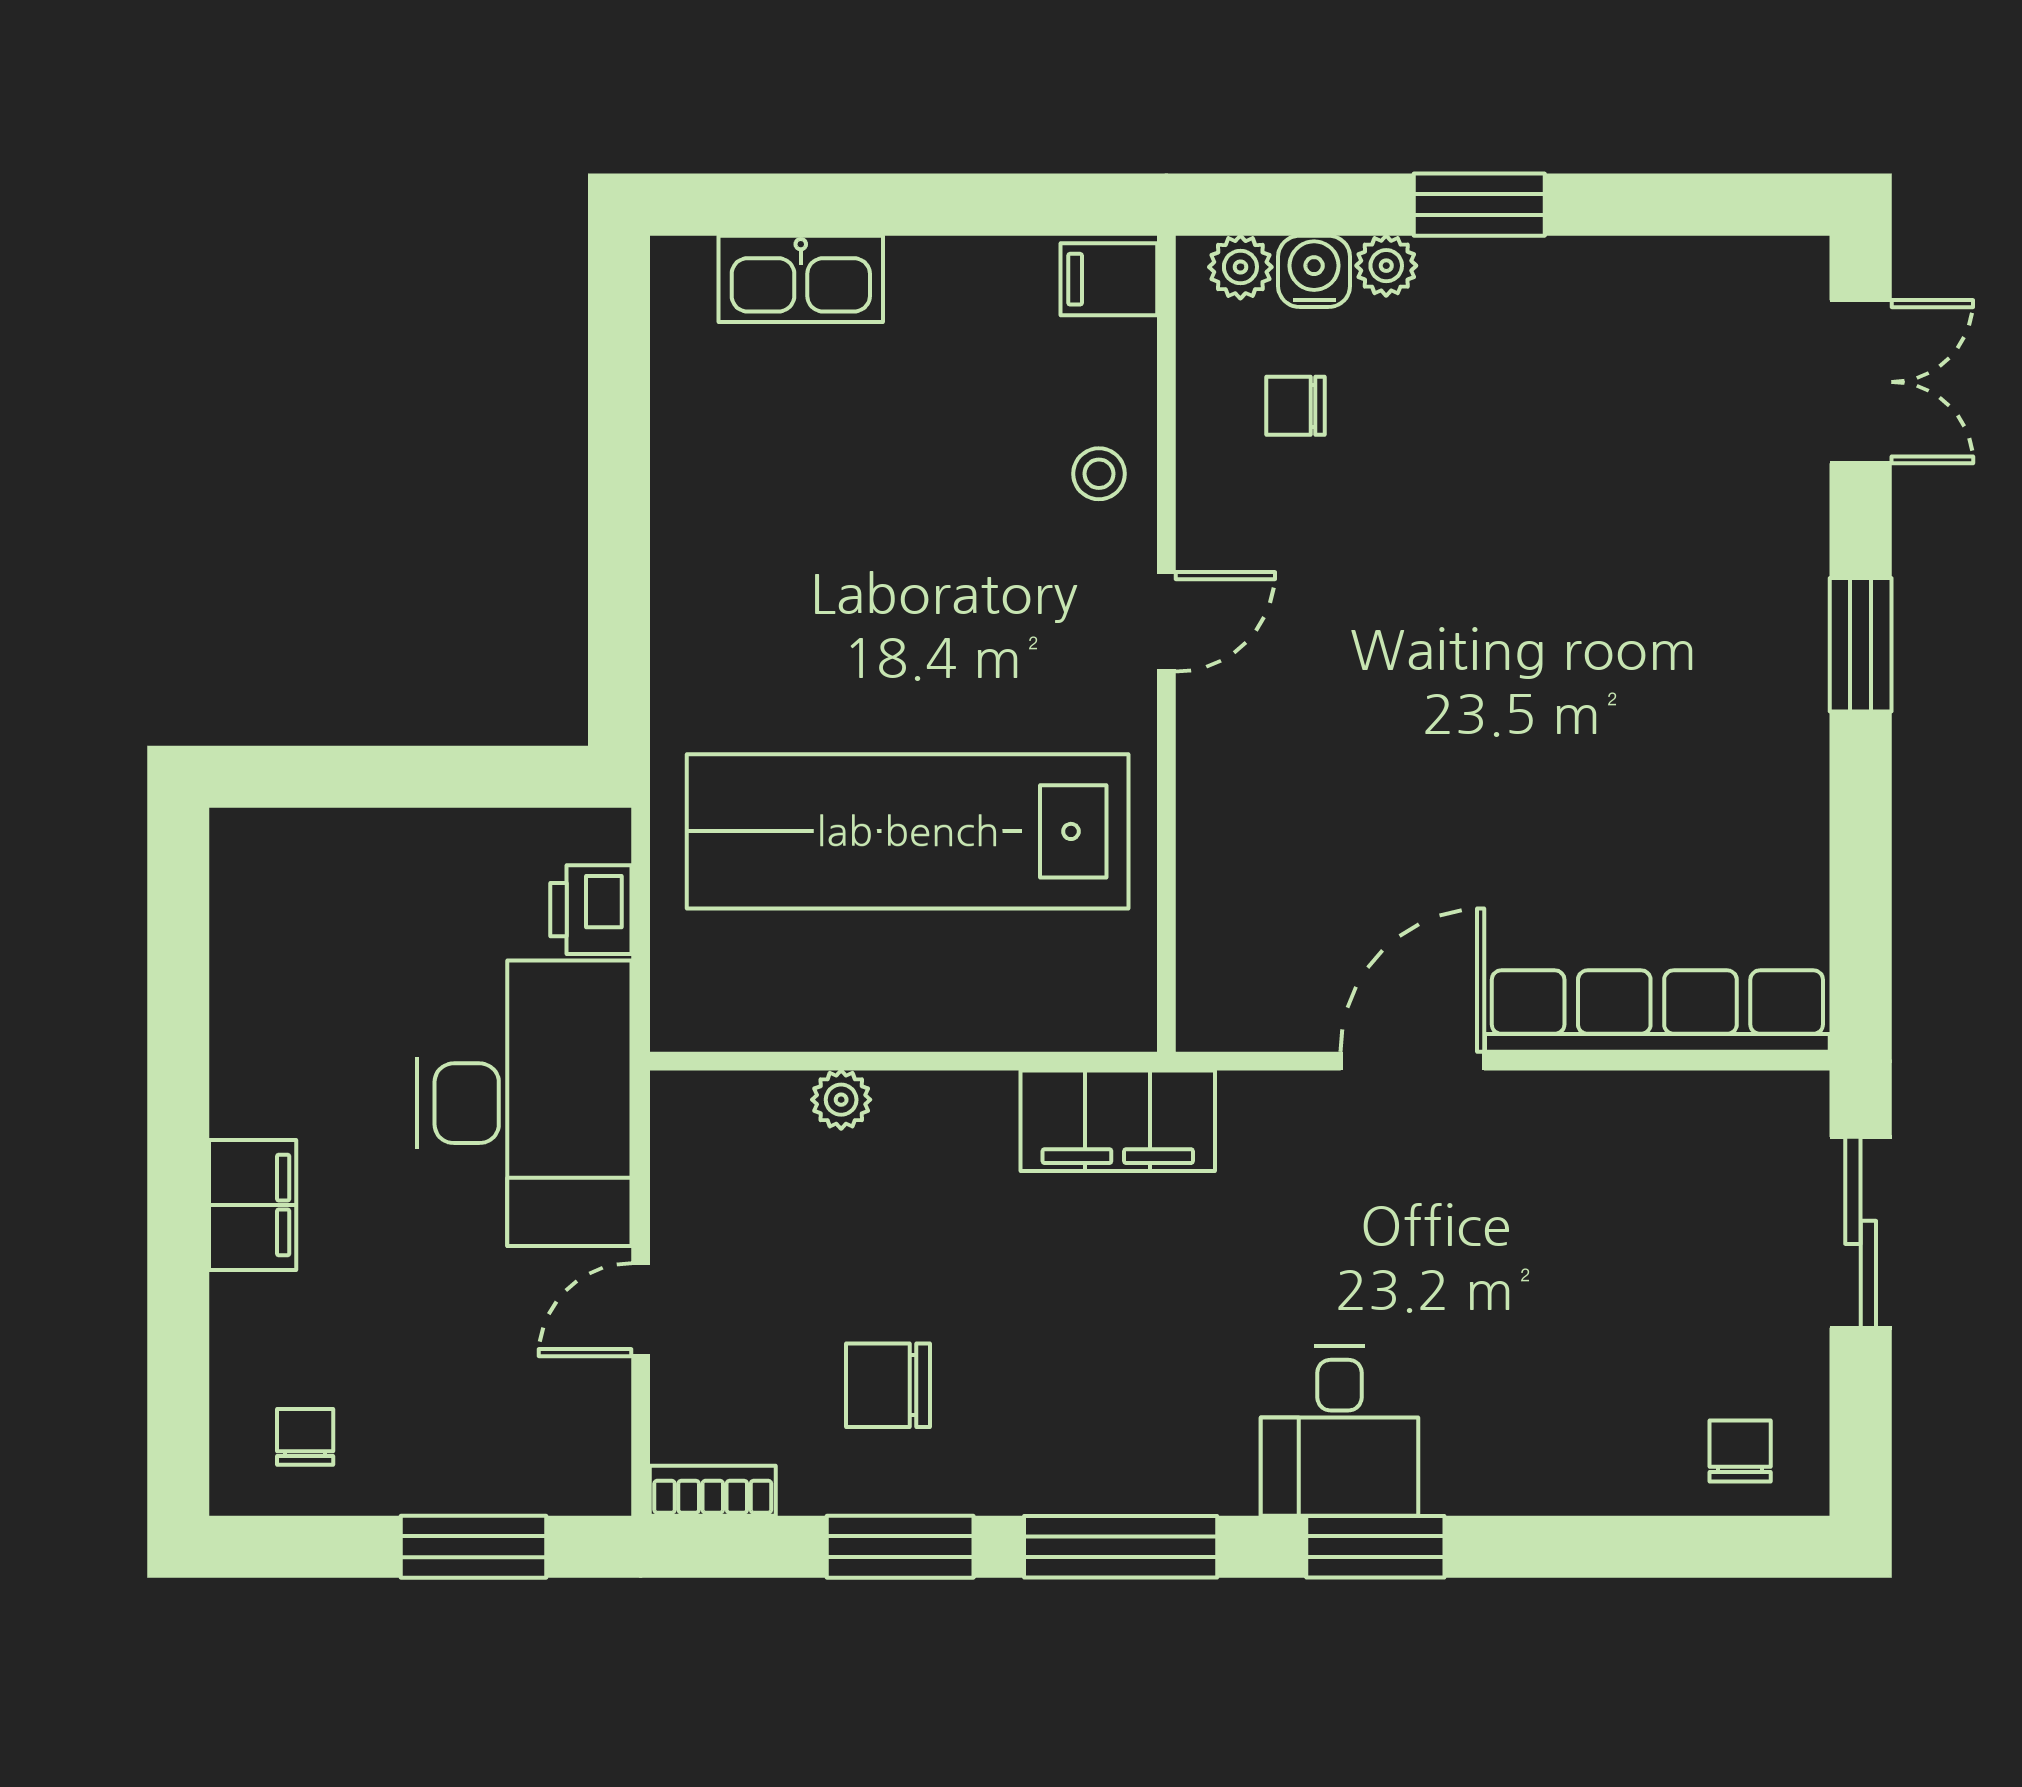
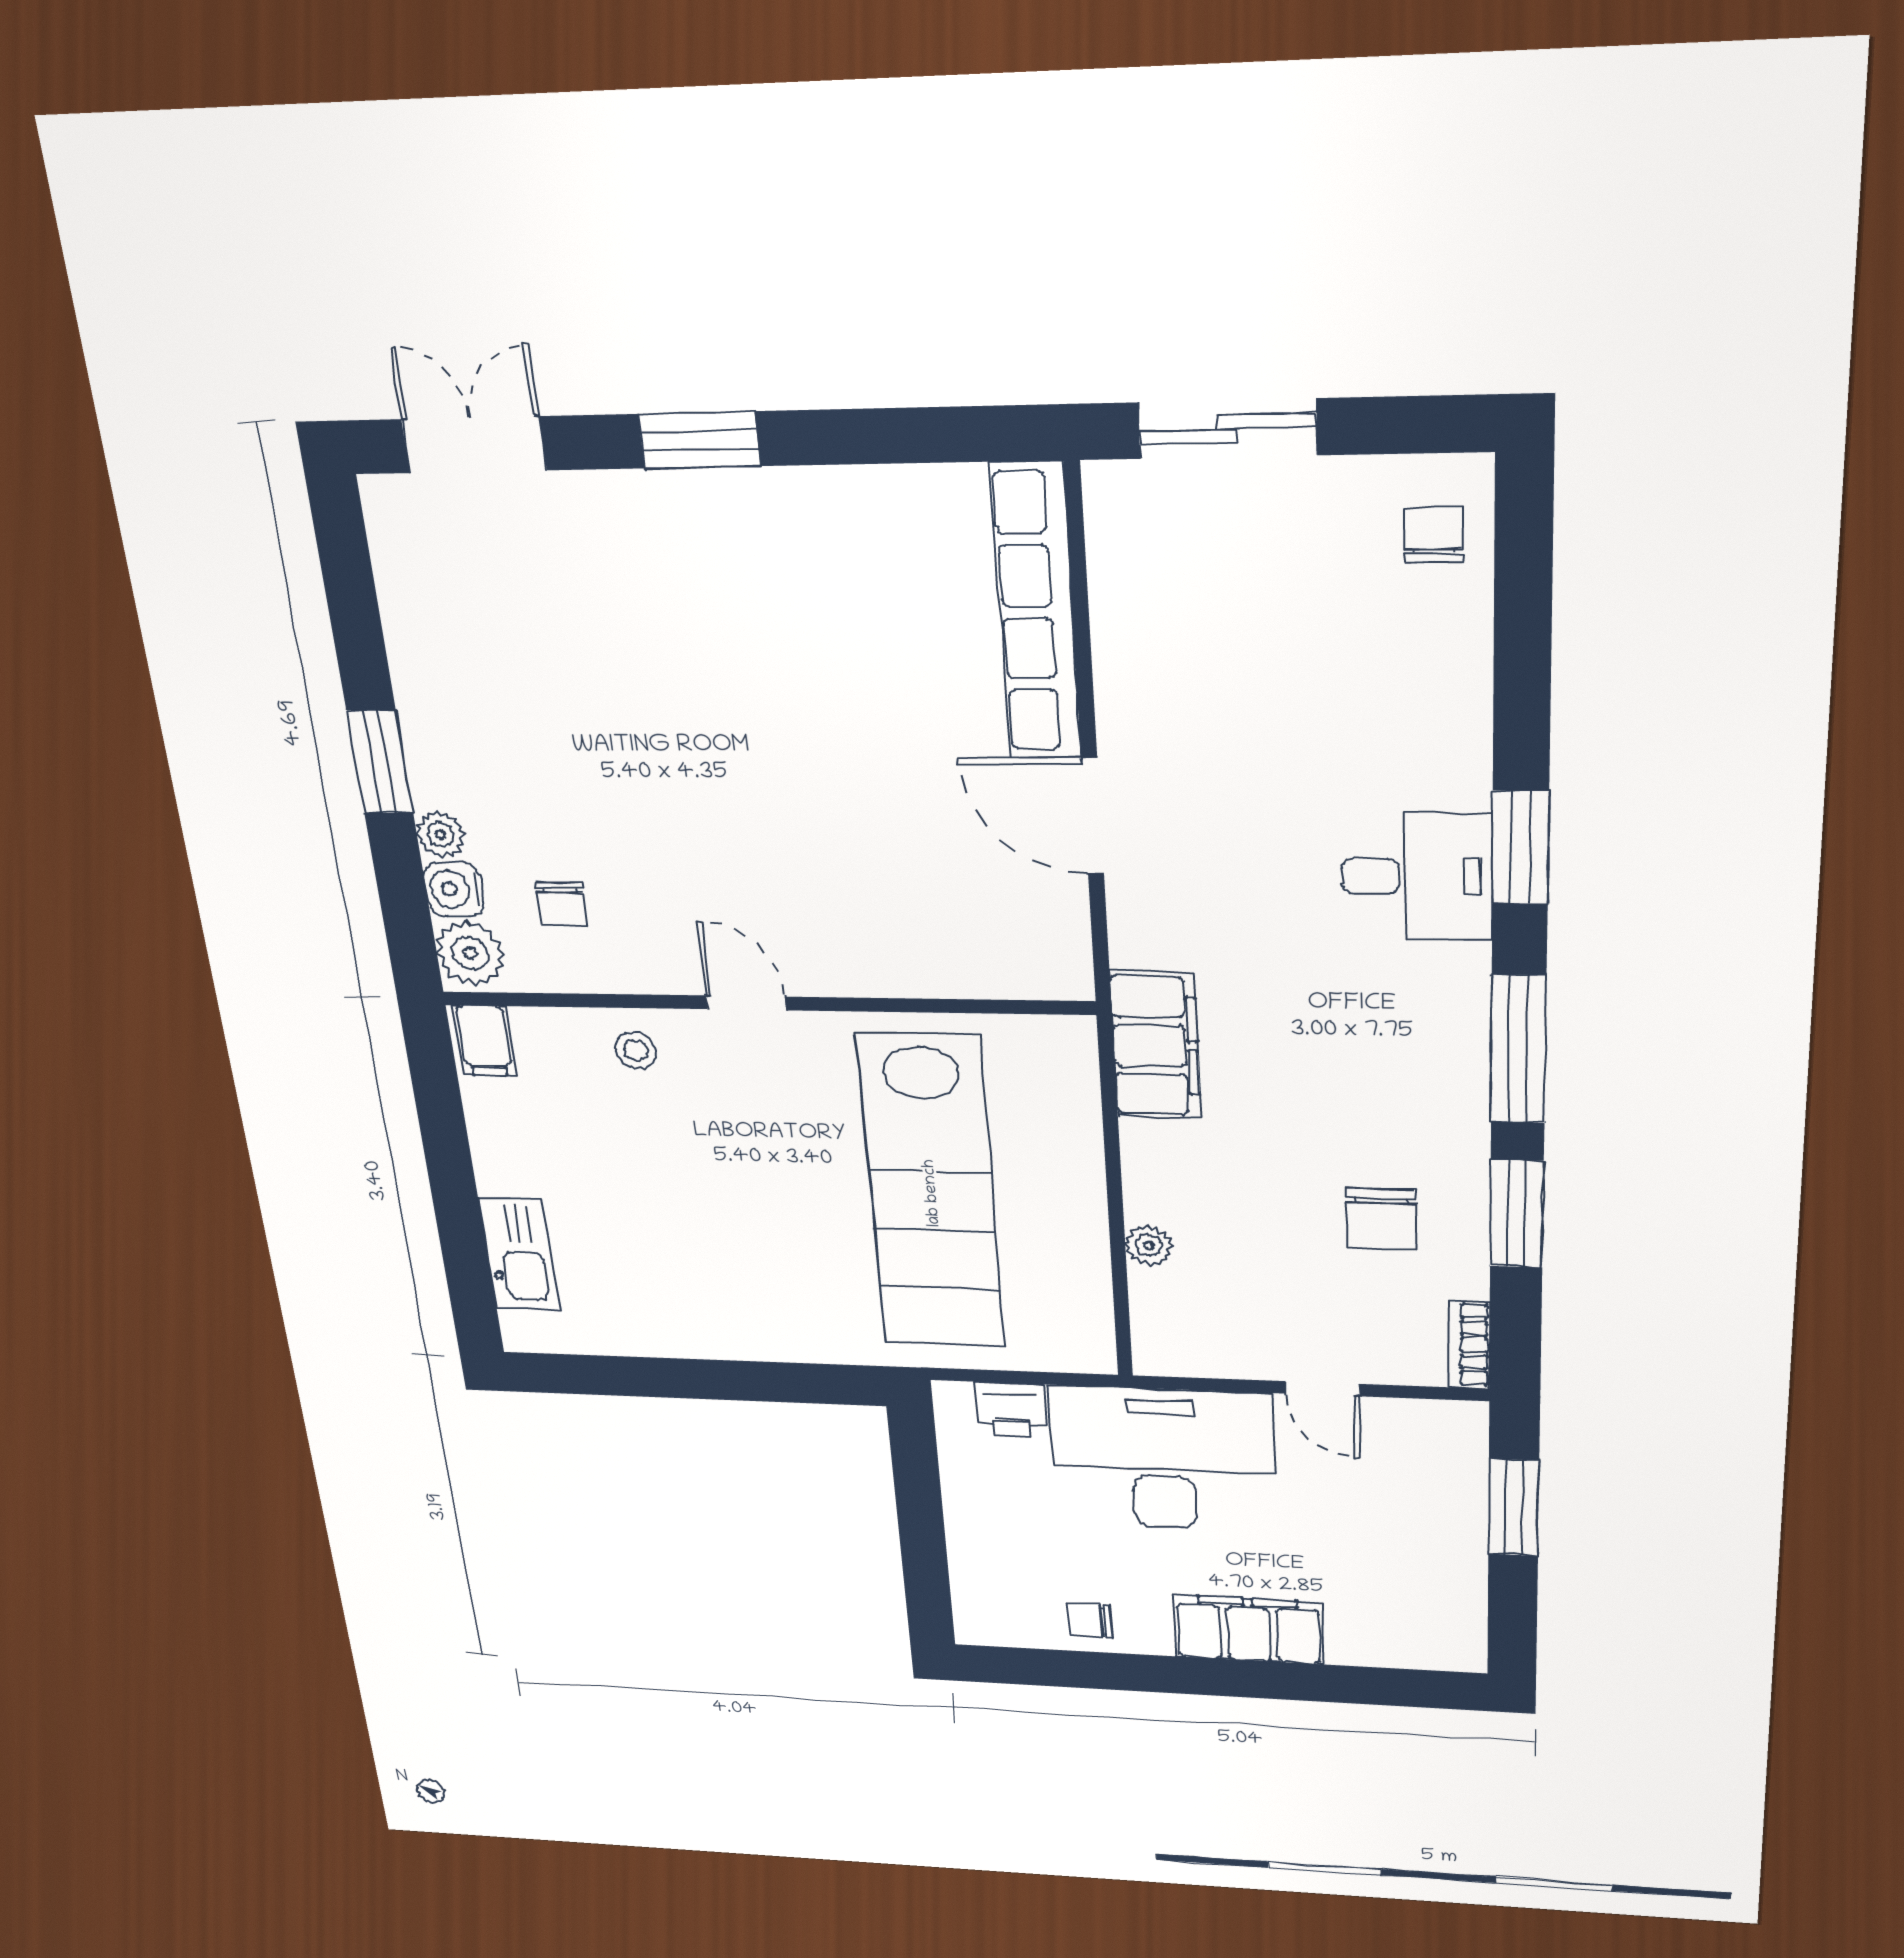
plant: (1240, 267) -> (470, 953), width x1.38, depth x1.38
filing cabinet: (253, 1205) -> (1248, 1629), width x1.50, depth x1.17
chair: (305, 1437) -> (1090, 1620), moved
chair: (1740, 1451) -> (1434, 535), turned 90

